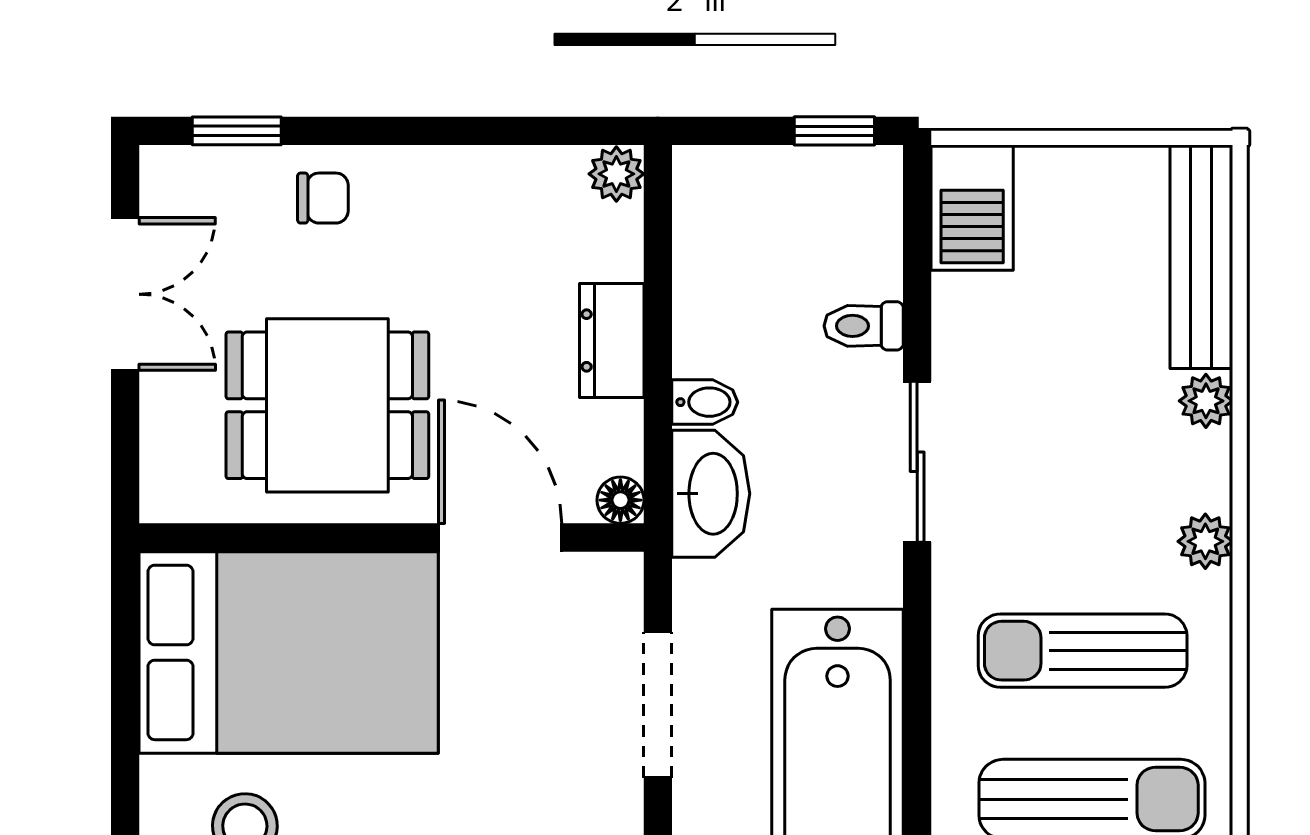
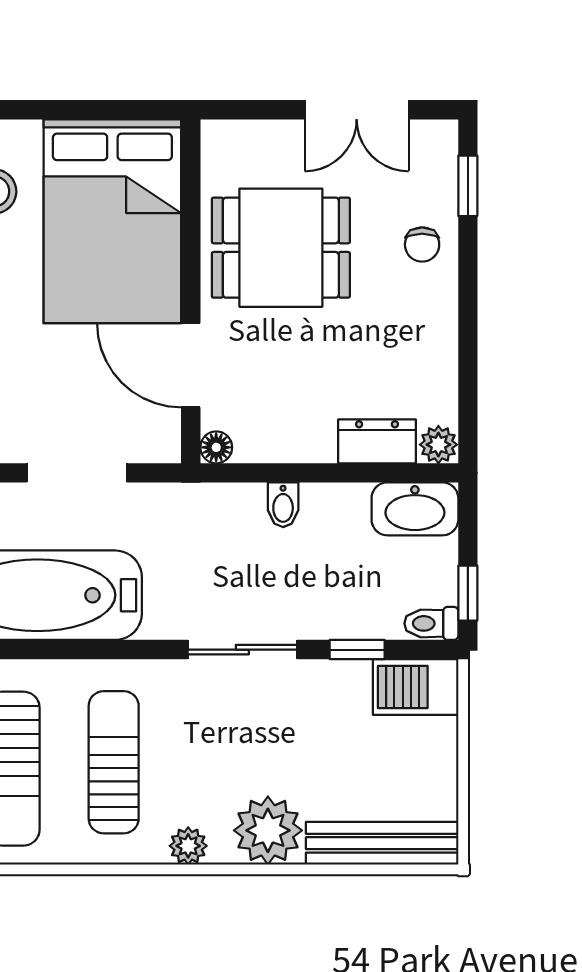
window: (917, 293) -> (357, 650), added
toilet: (864, 326) -> (431, 623), moved, turned -90
dresser: (612, 340) -> (377, 441), moved
plant: (1206, 401) -> (268, 830), width x1.88, depth x1.88
dining table: (327, 405) -> (281, 248), turned 90
washbasin: (711, 494) -> (415, 509), moved
door: (500, 537) -> (191, 365), swing flipped

